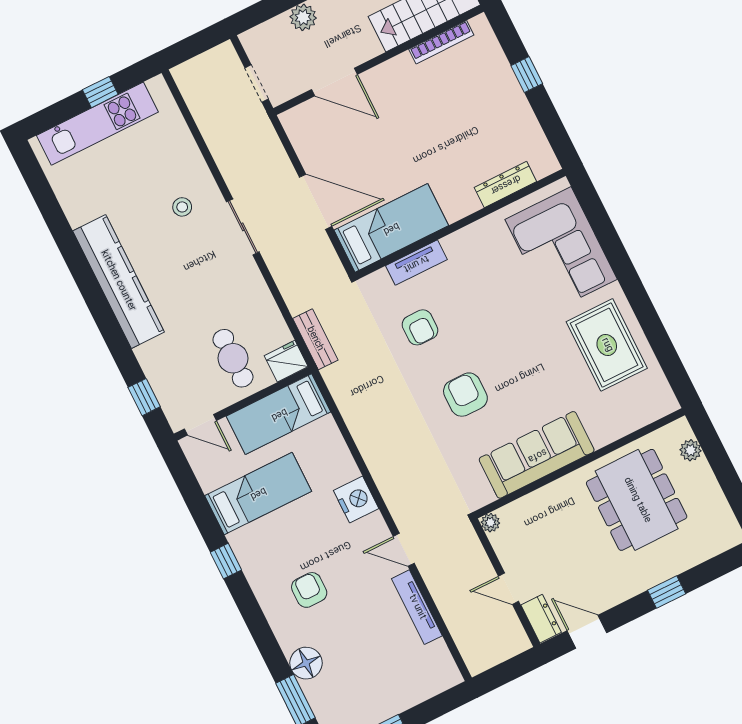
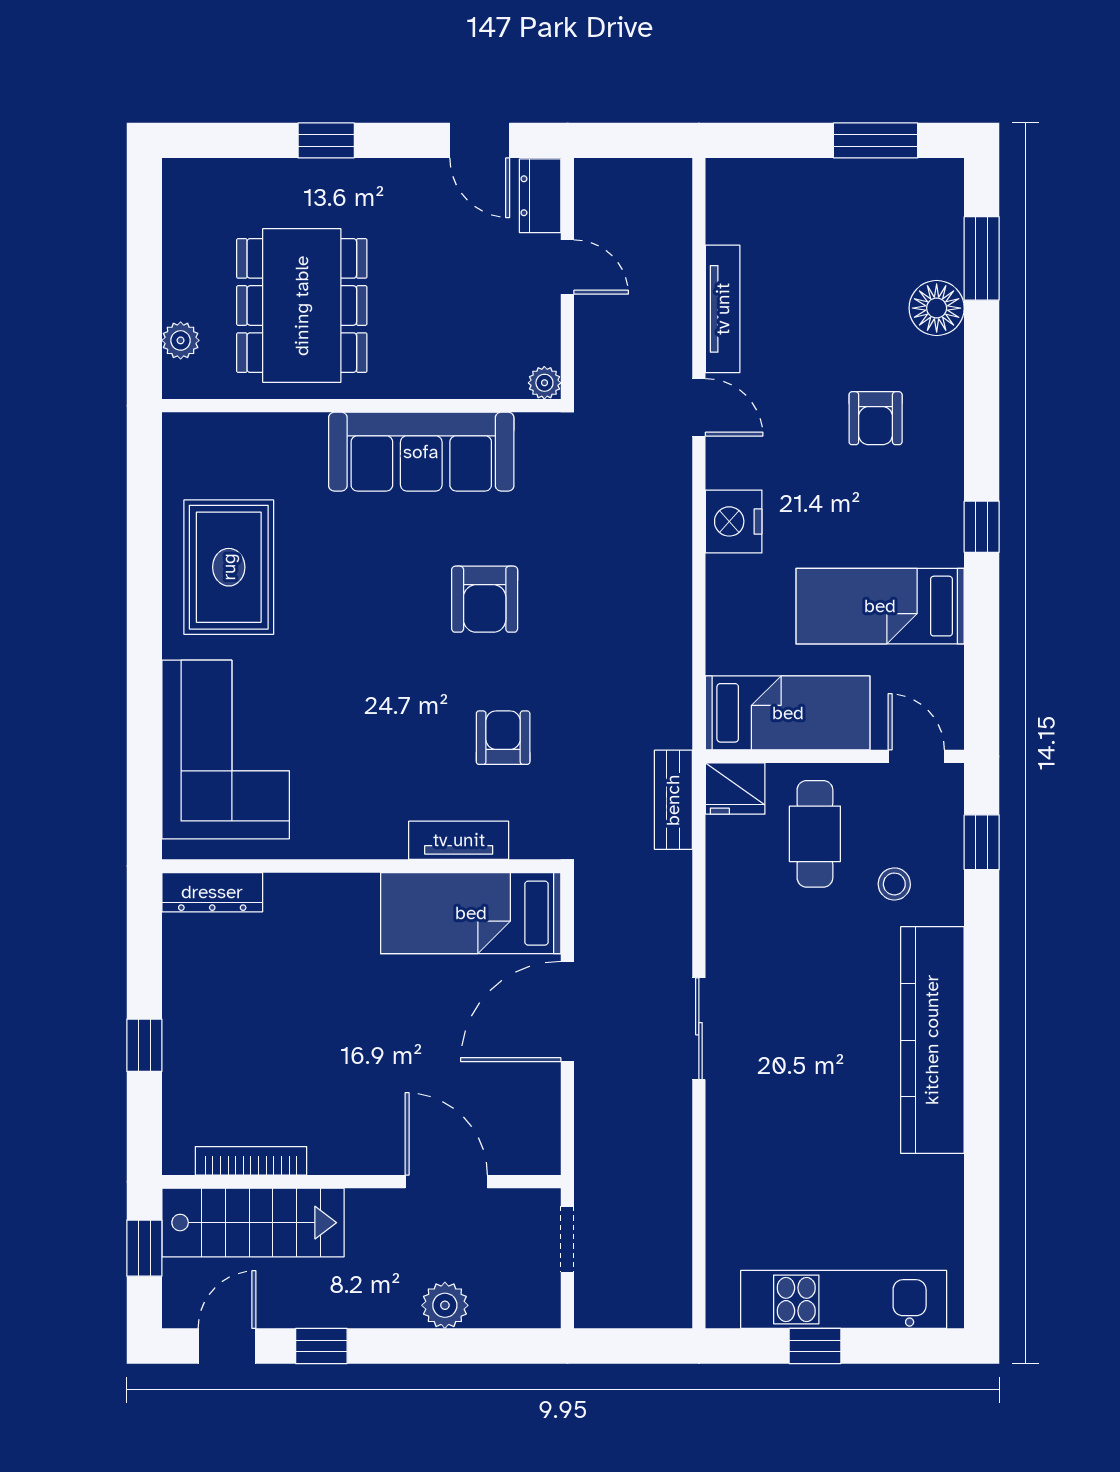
dresser: (505, 184) -> (212, 892), moved
door: (316, 202) -> (567, 1011), hinge flipped
stool: (182, 207) -> (894, 884), moved

